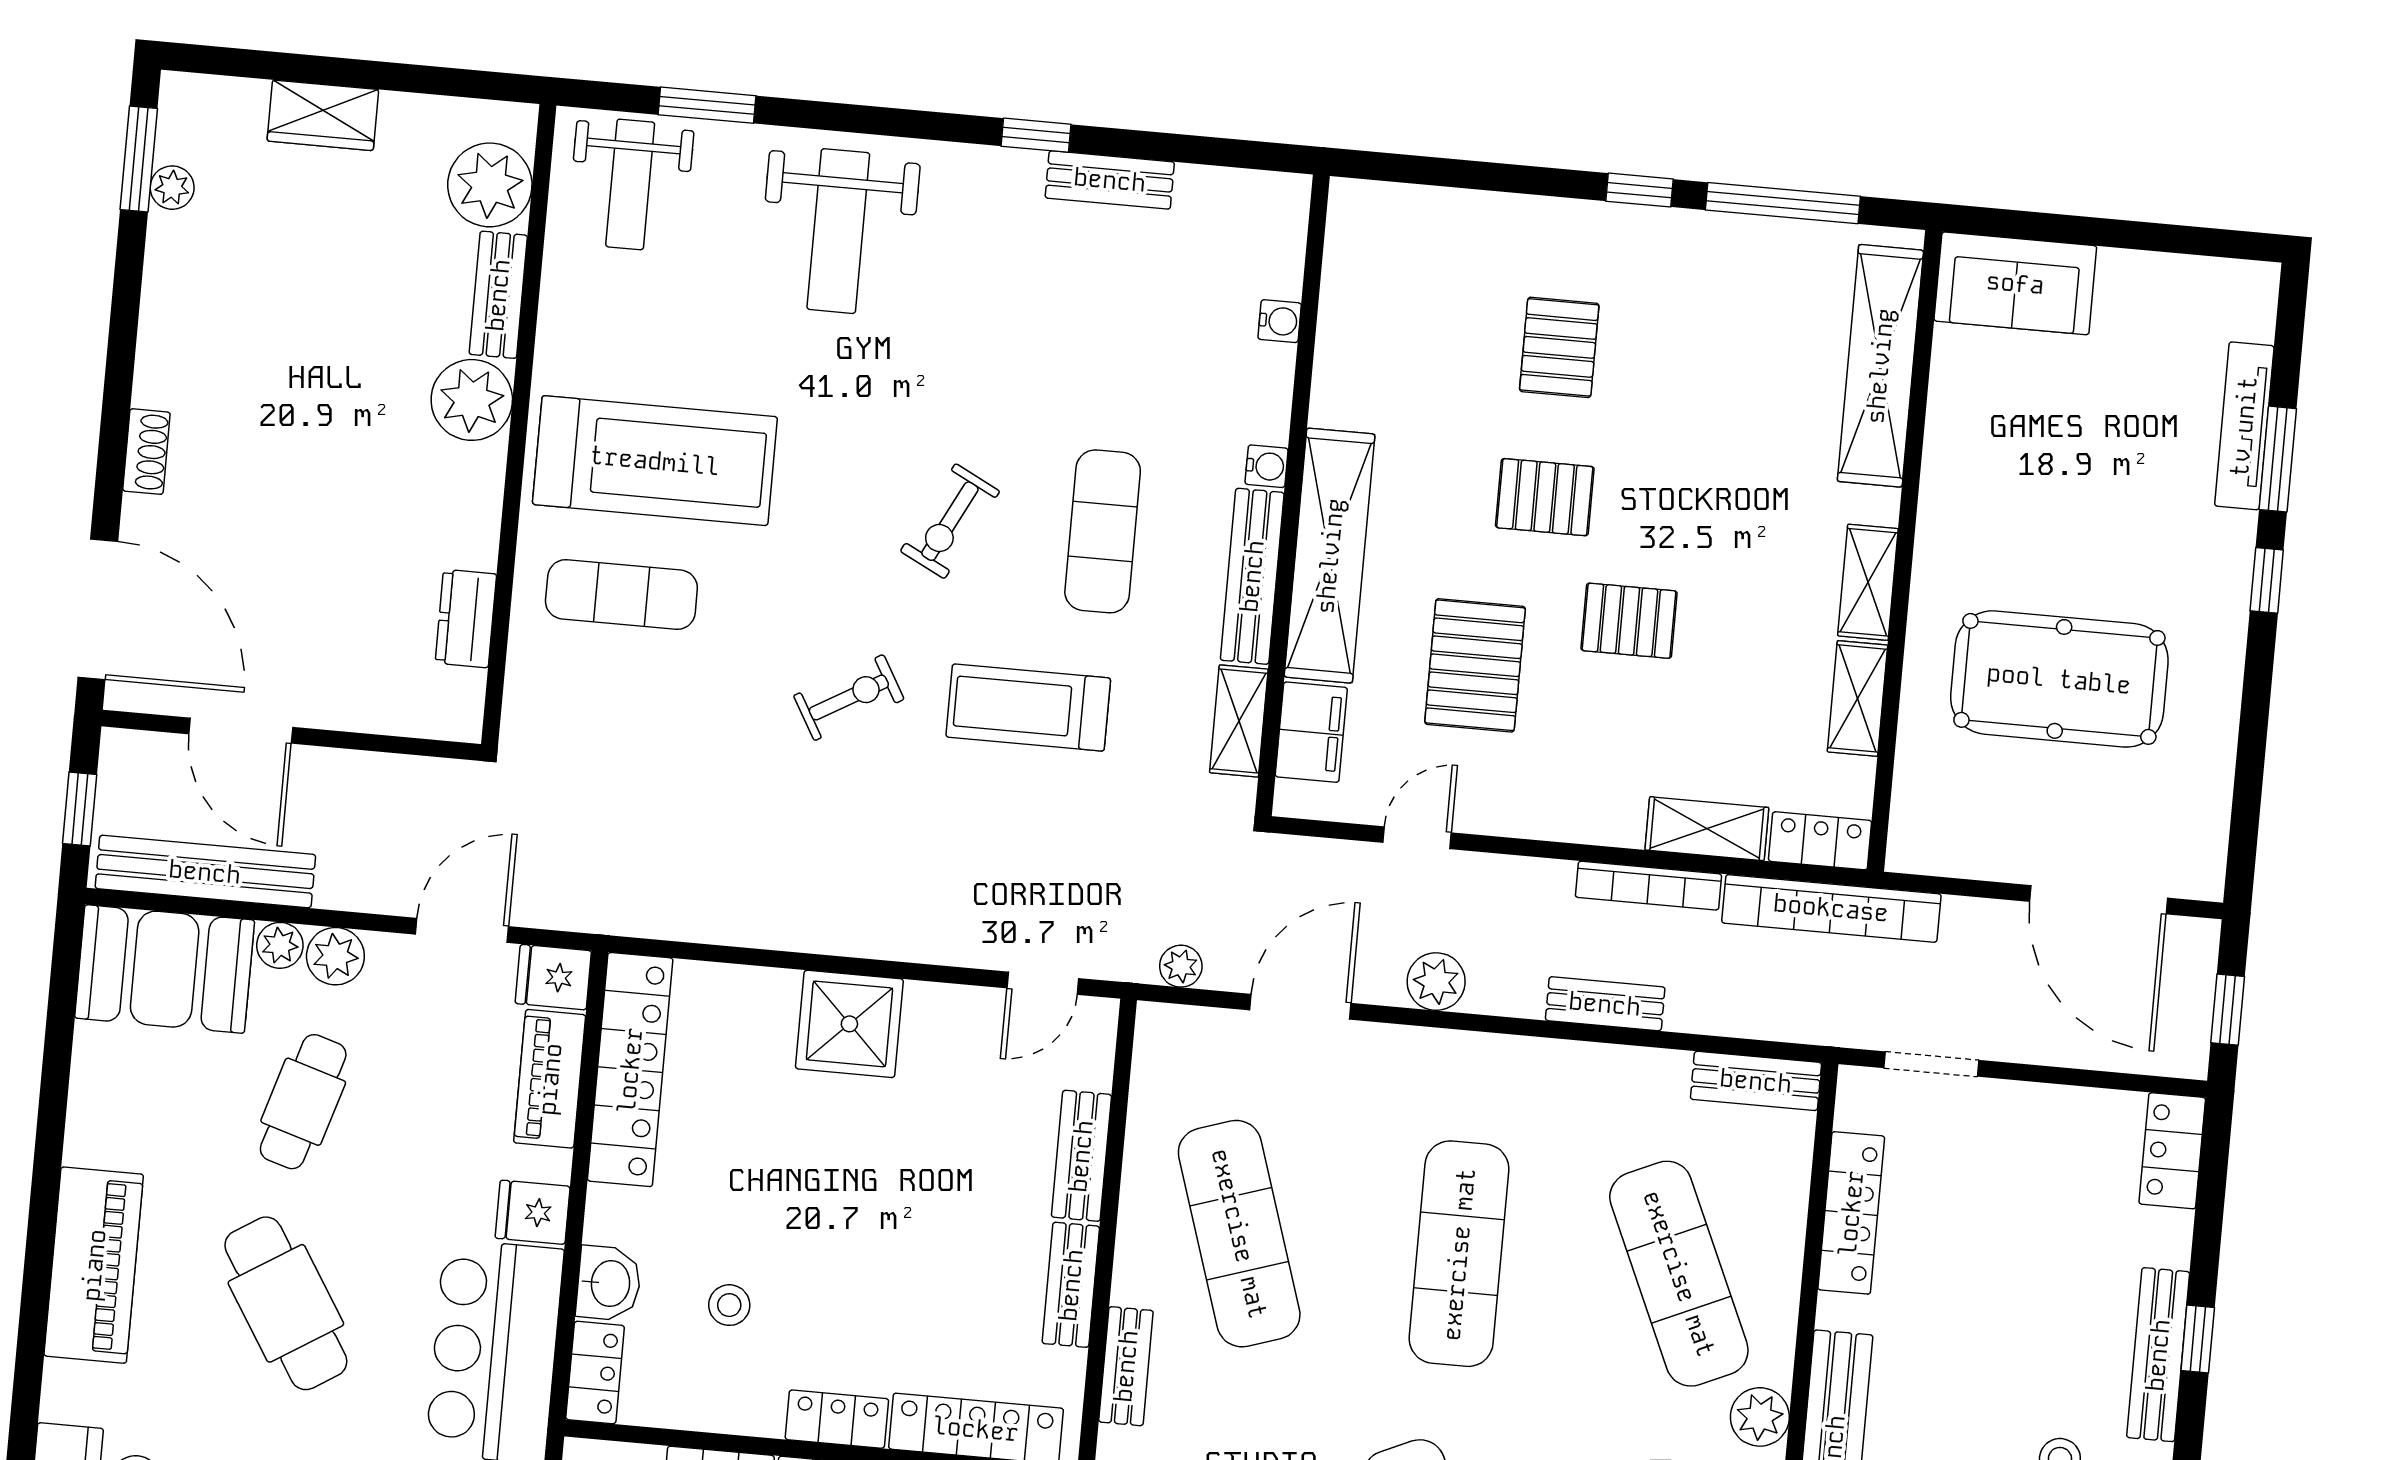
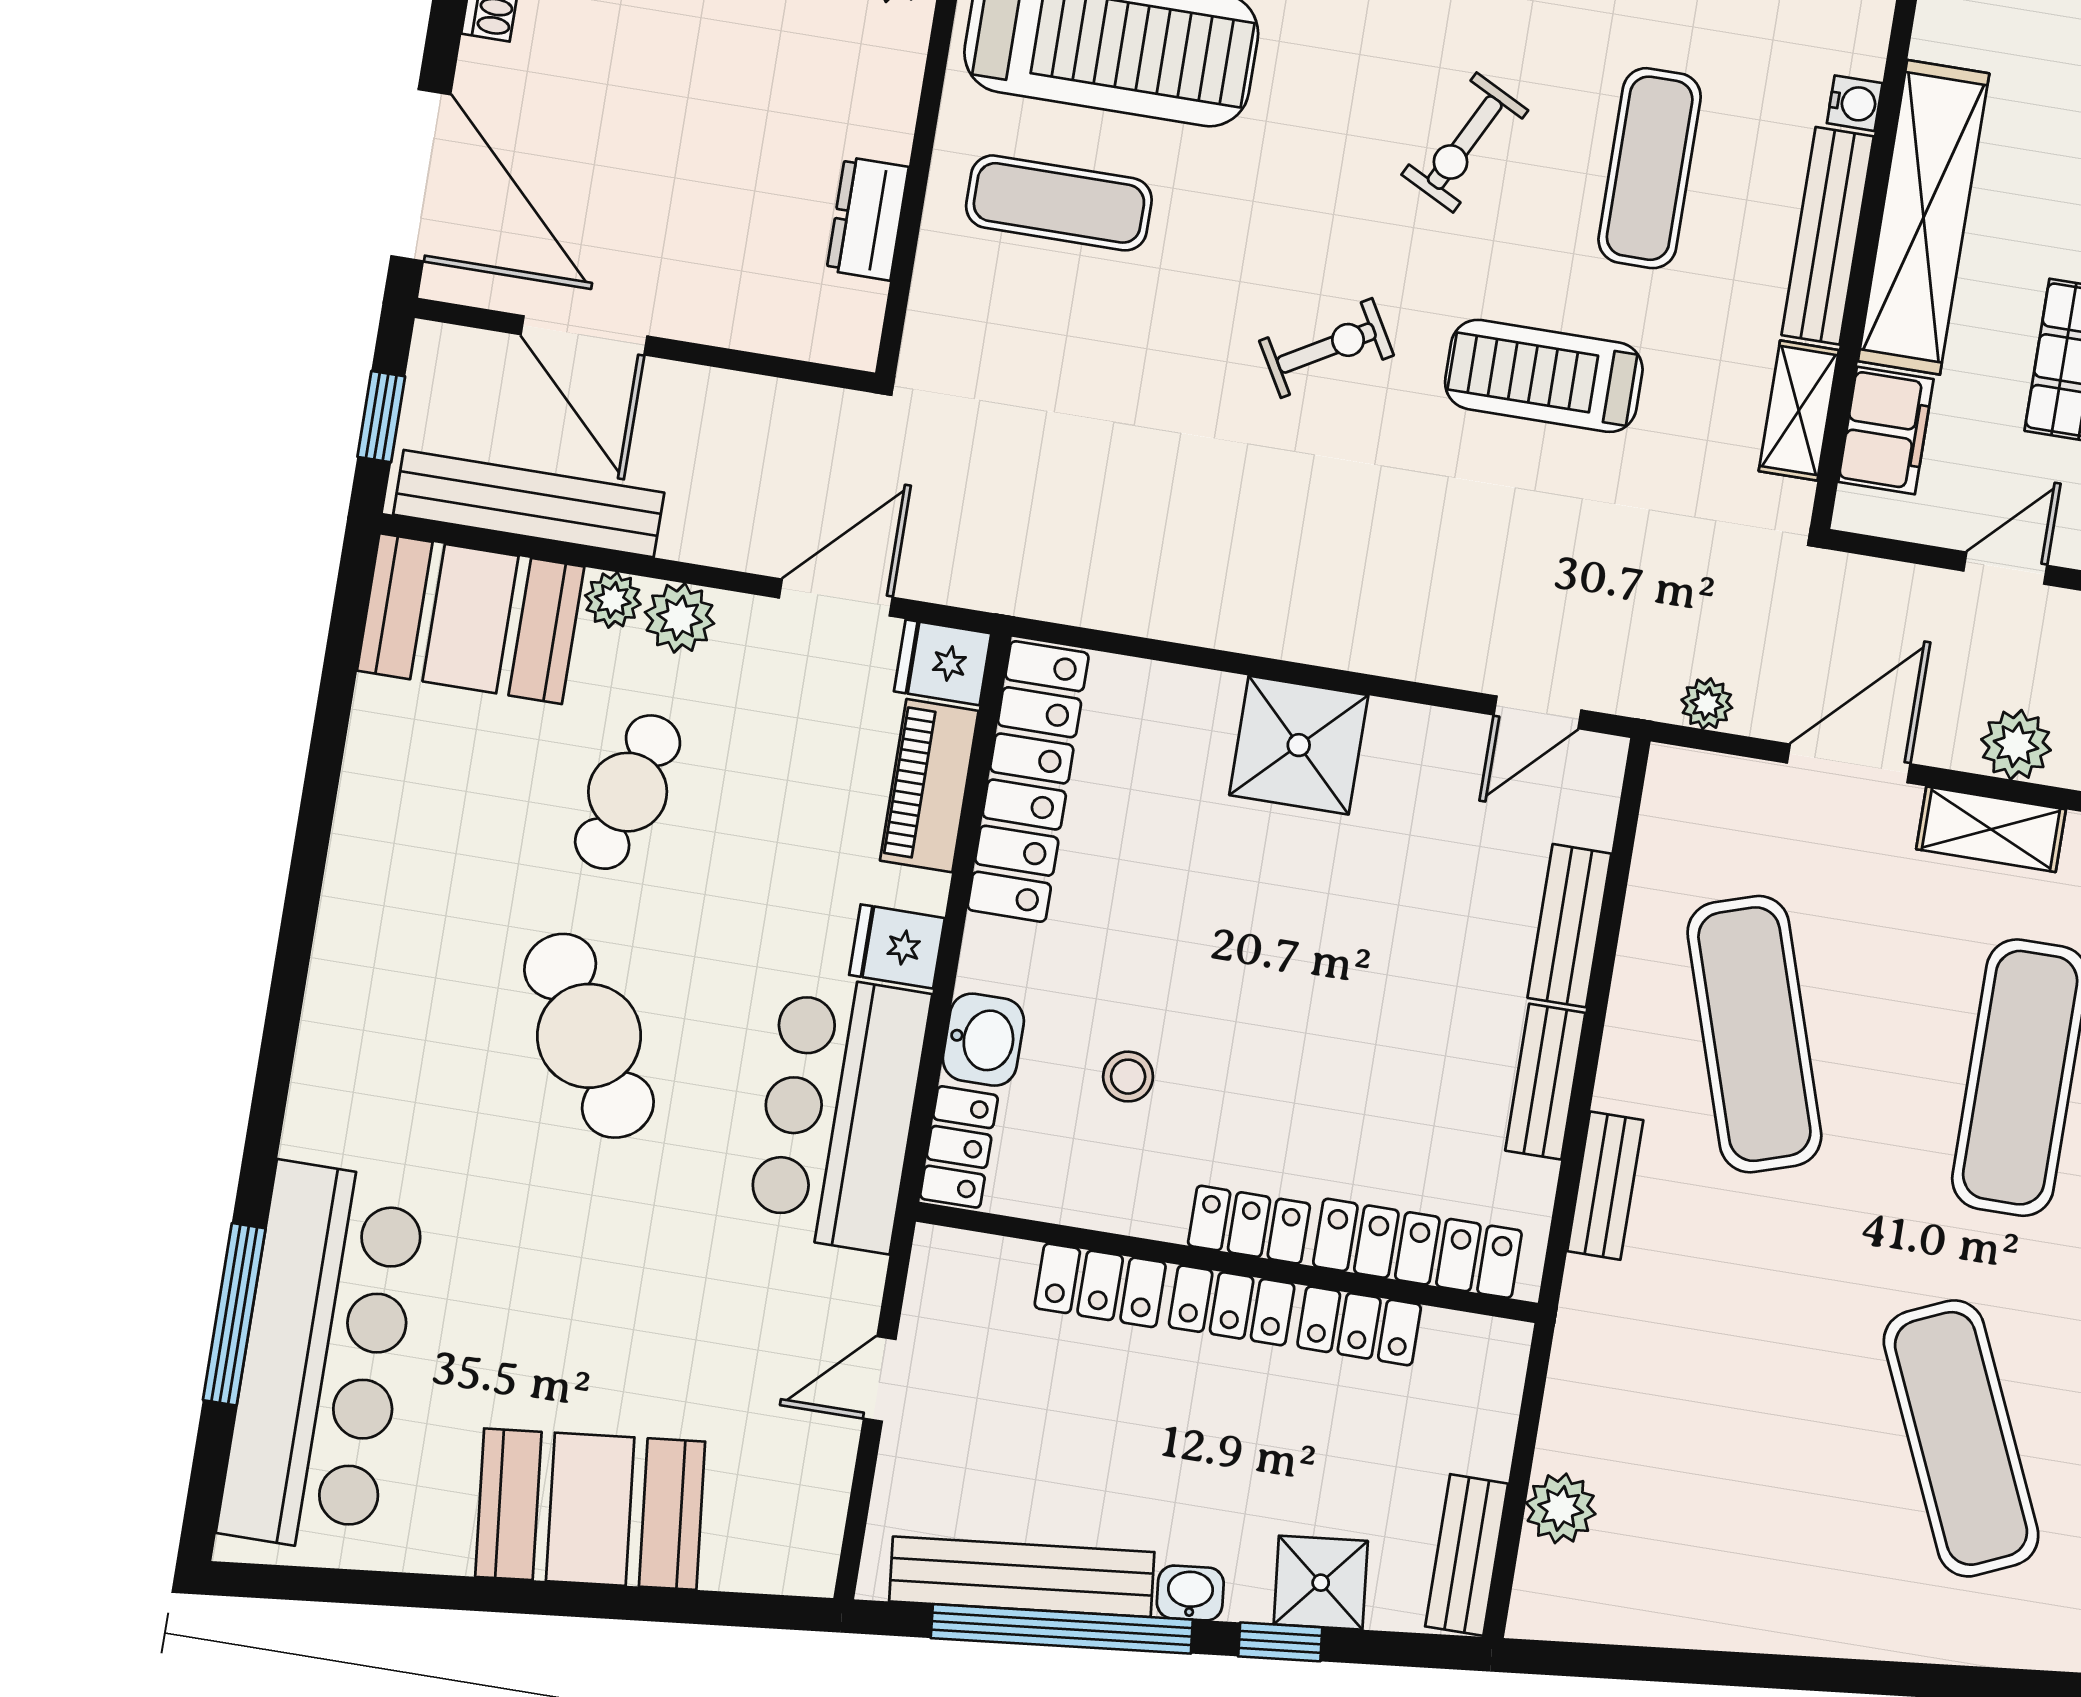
shelving: (1421, 1052) -> (1991, 829), added
piano: (94, 1265) -> (359, 972), removed

